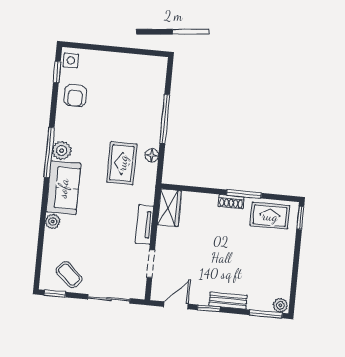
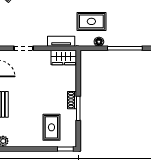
rug: (270, 216) -> (51, 127), moved
tv unit: (144, 224) -> (61, 41), moved

